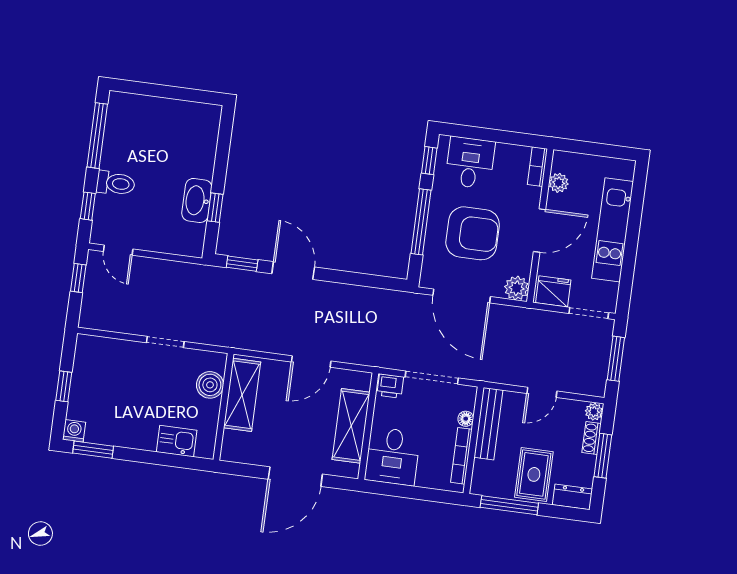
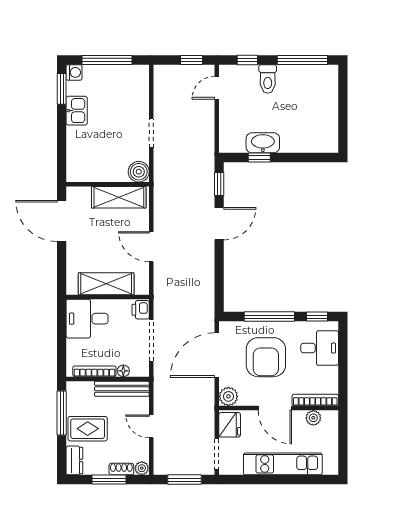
bookcase: (537, 167) -> (315, 400), width x1.56
boiler: (210, 385) -> (139, 172), moved
window: (64, 386) -> (107, 60), width x2.17
kitchen sink: (177, 441) -> (77, 111), moved
door: (295, 477) -> (62, 221), moved

